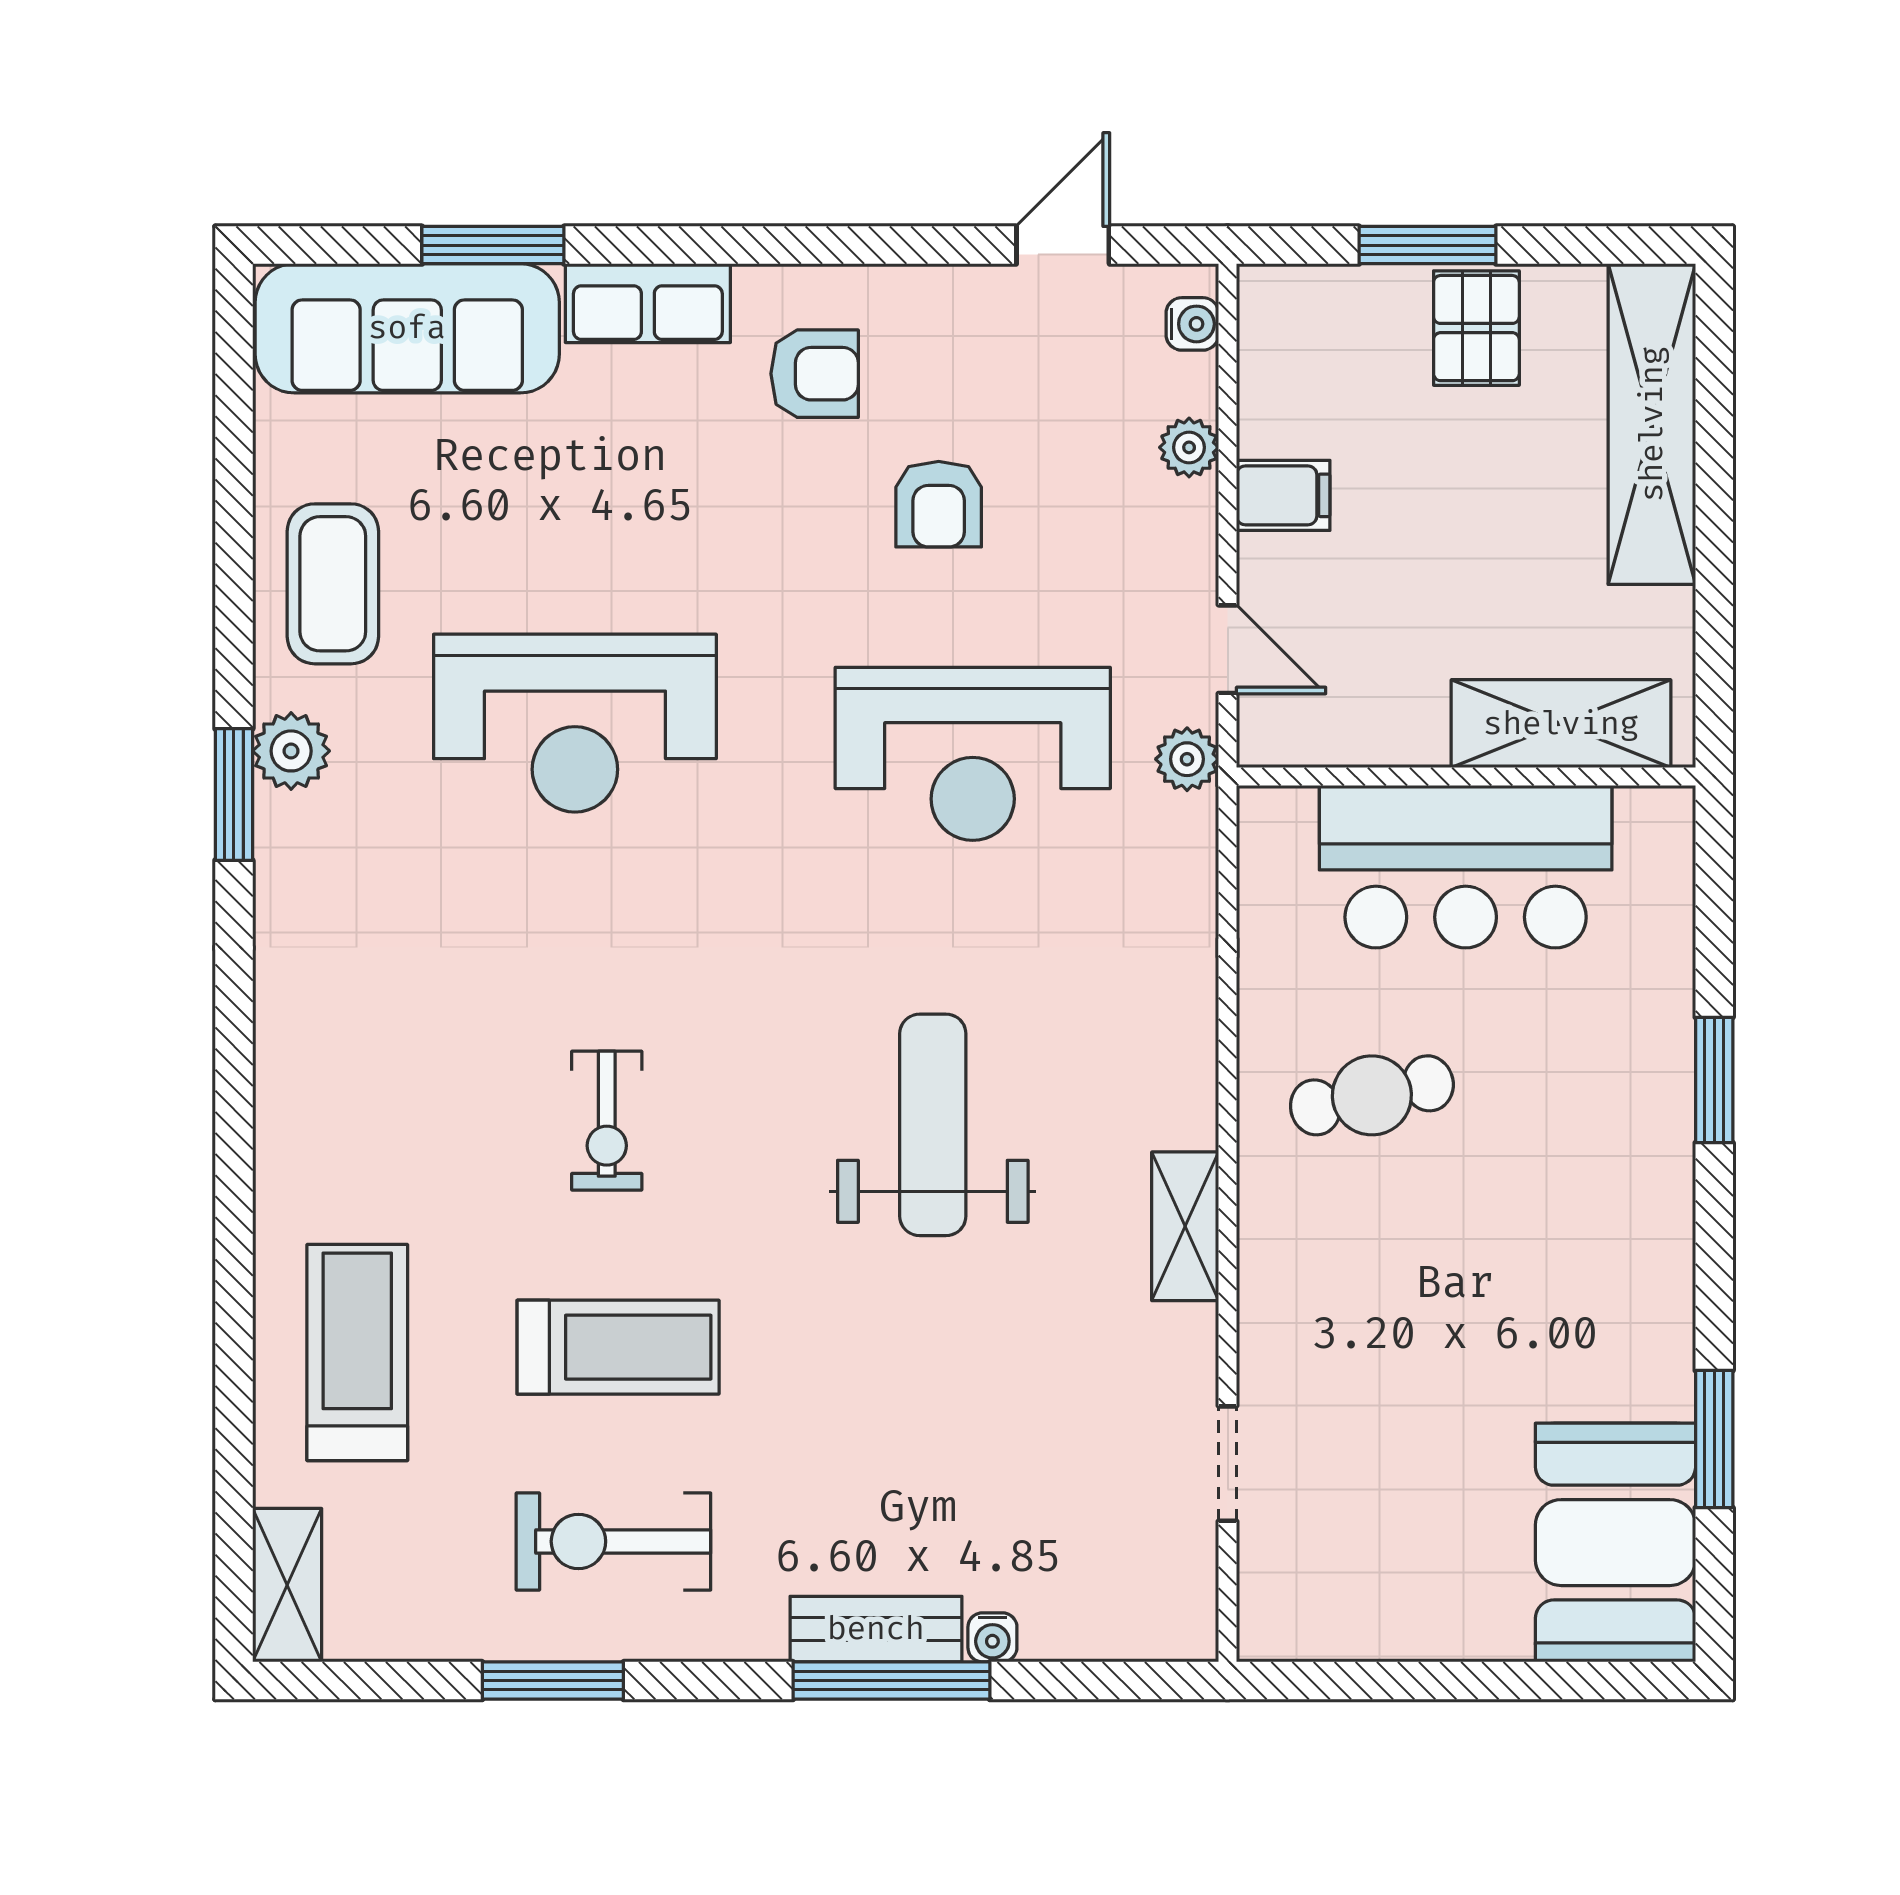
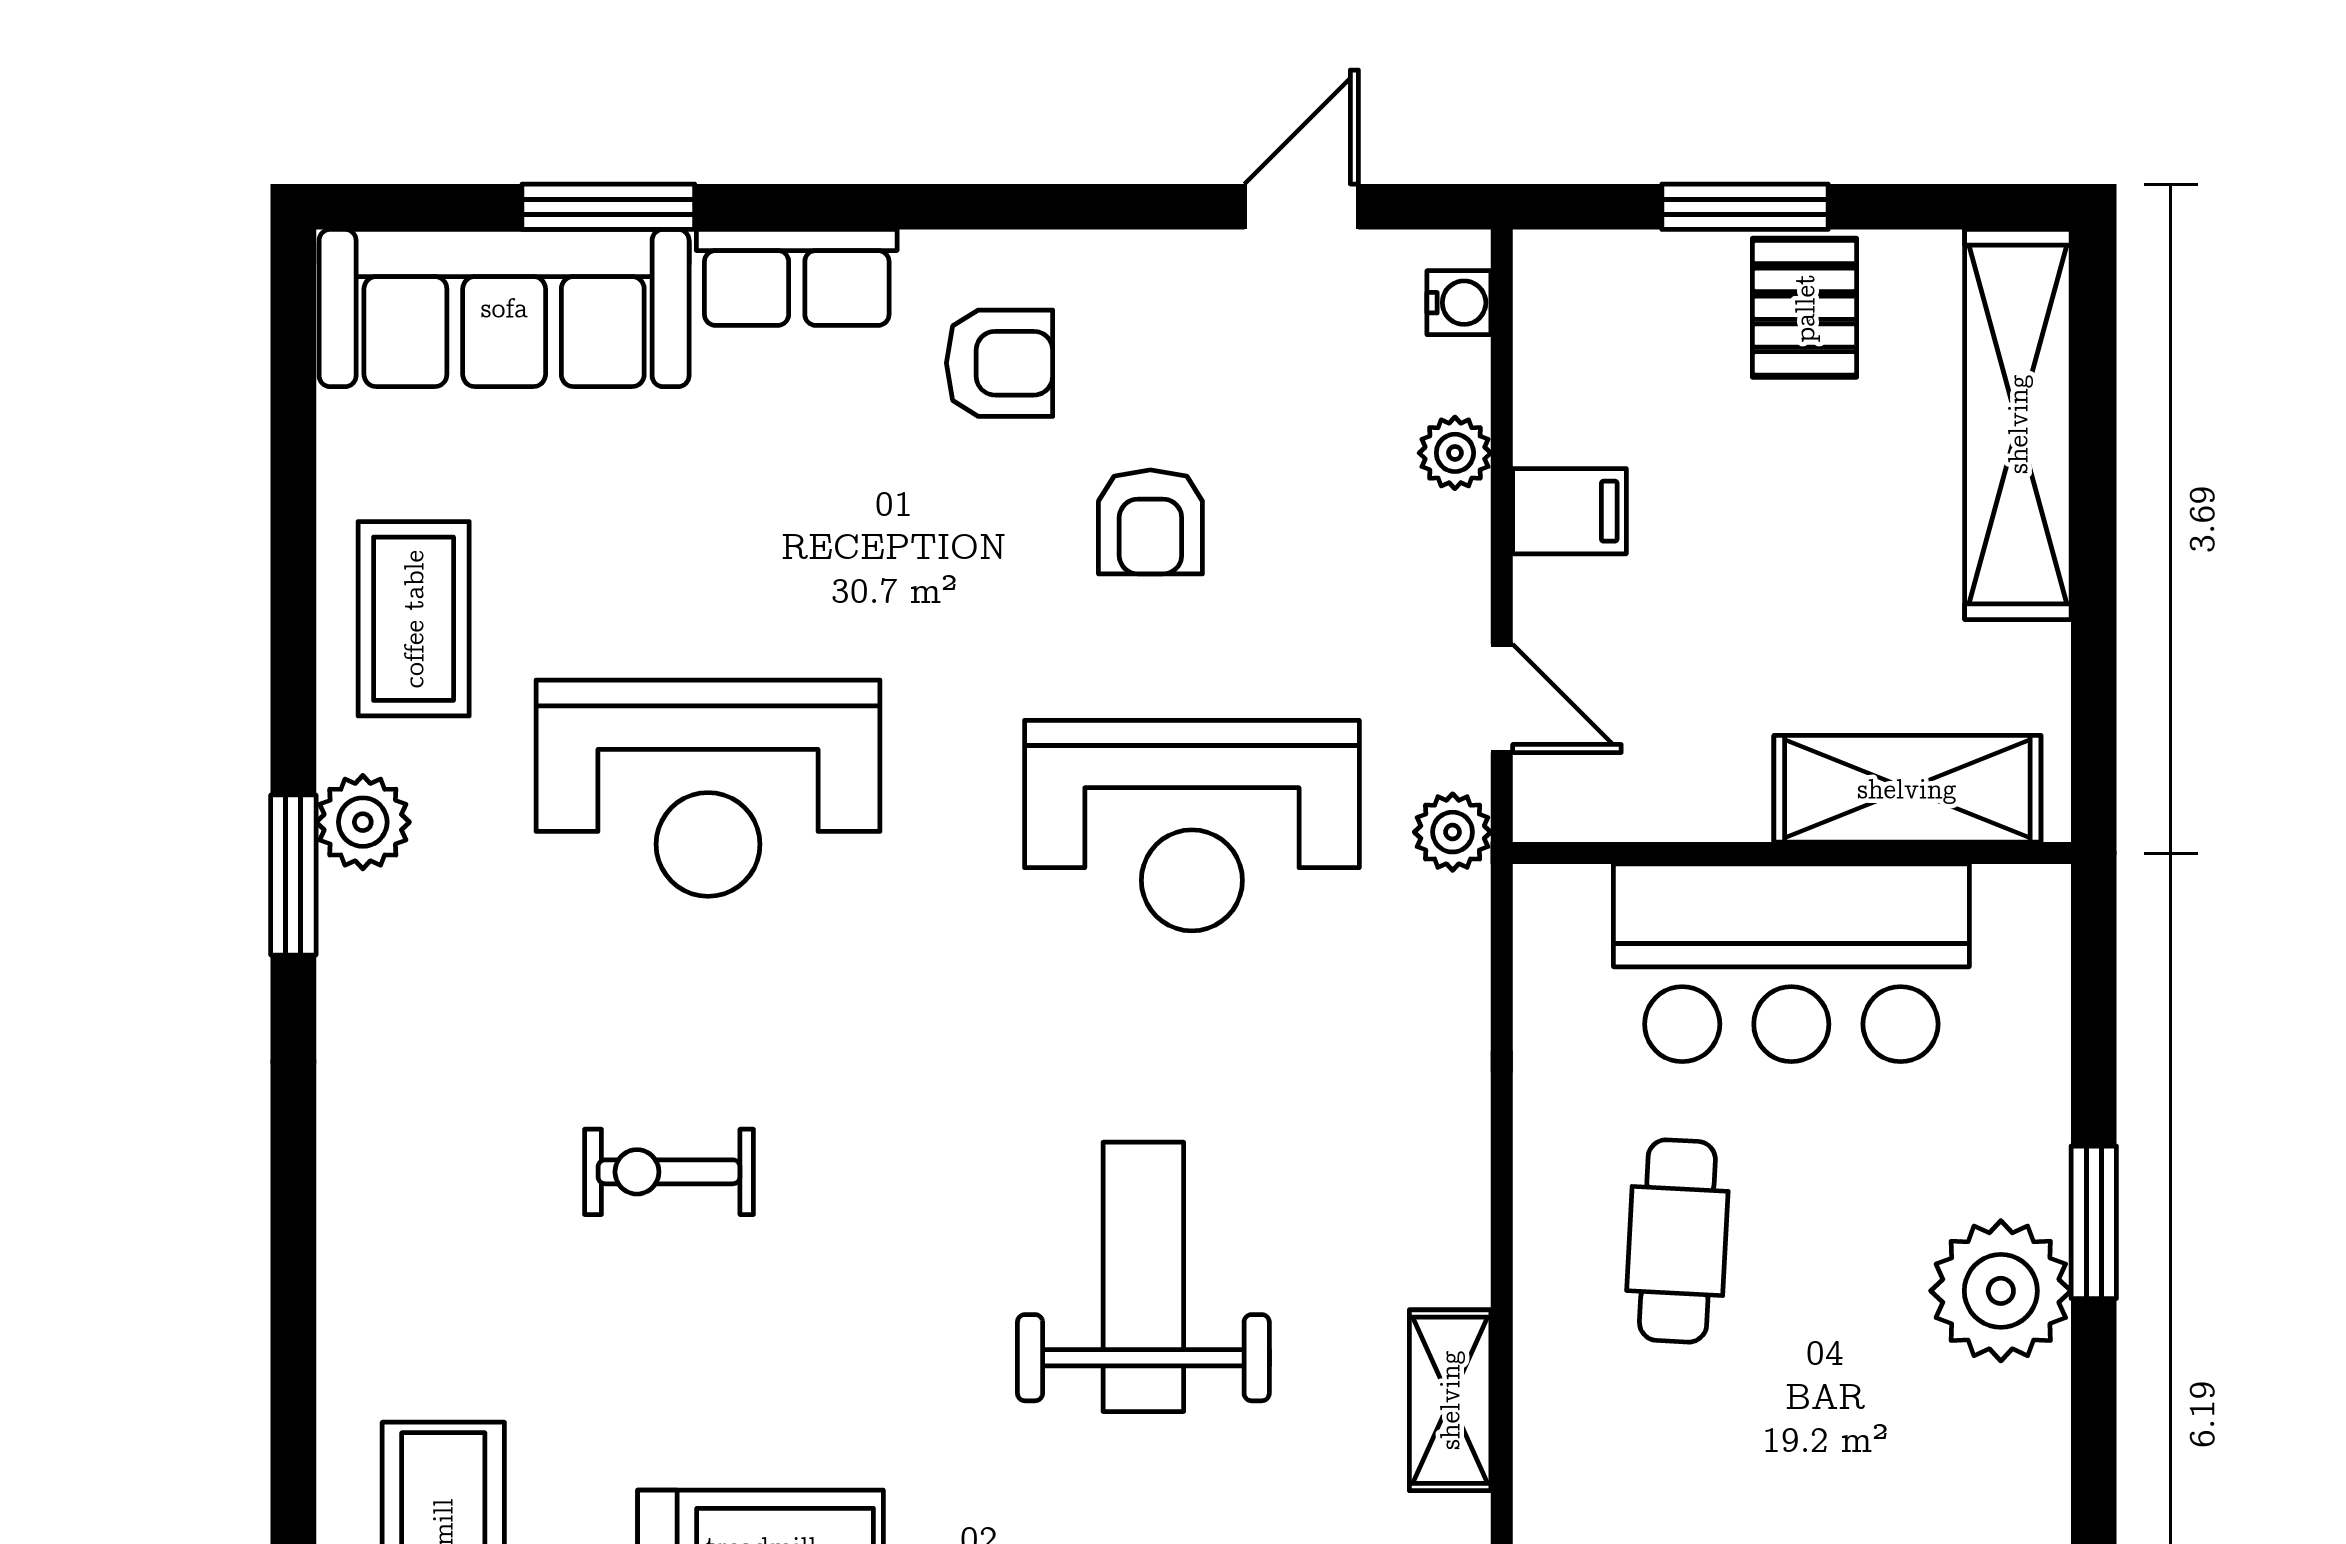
cafe table: (1372, 1095) -> (1677, 1241), turned -75
exercise bike: (607, 1121) -> (669, 1172), moved, turned 90
plant: (1638, 1136) -> (2001, 1291), added

